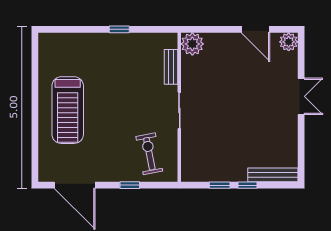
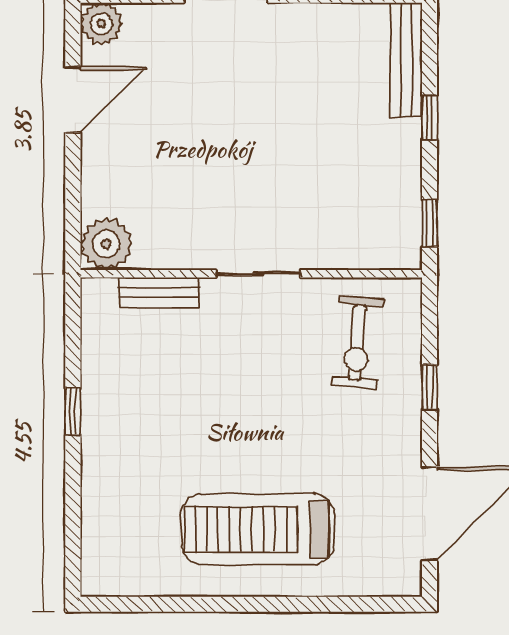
treadmill: (68, 110) -> (258, 529), turned 180
exercise bike: (149, 154) -> (358, 342), turned -74
window: (220, 185) -> (429, 223), moved

